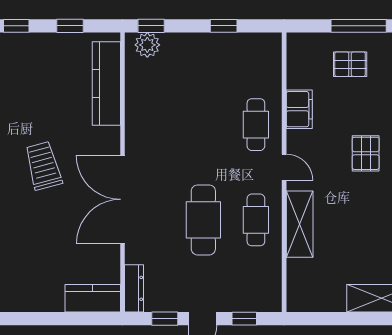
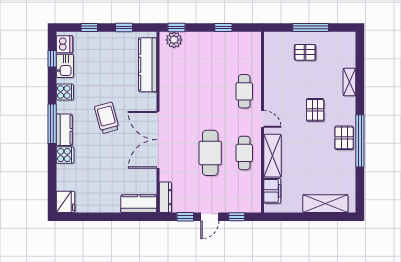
filing cabinet: (299, 109) -> (272, 191), moved

